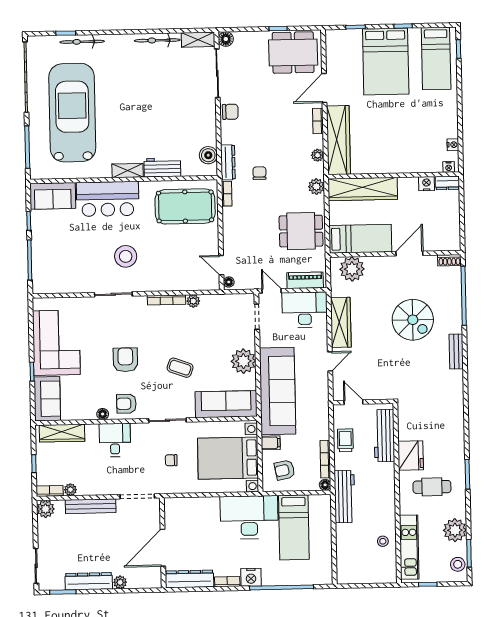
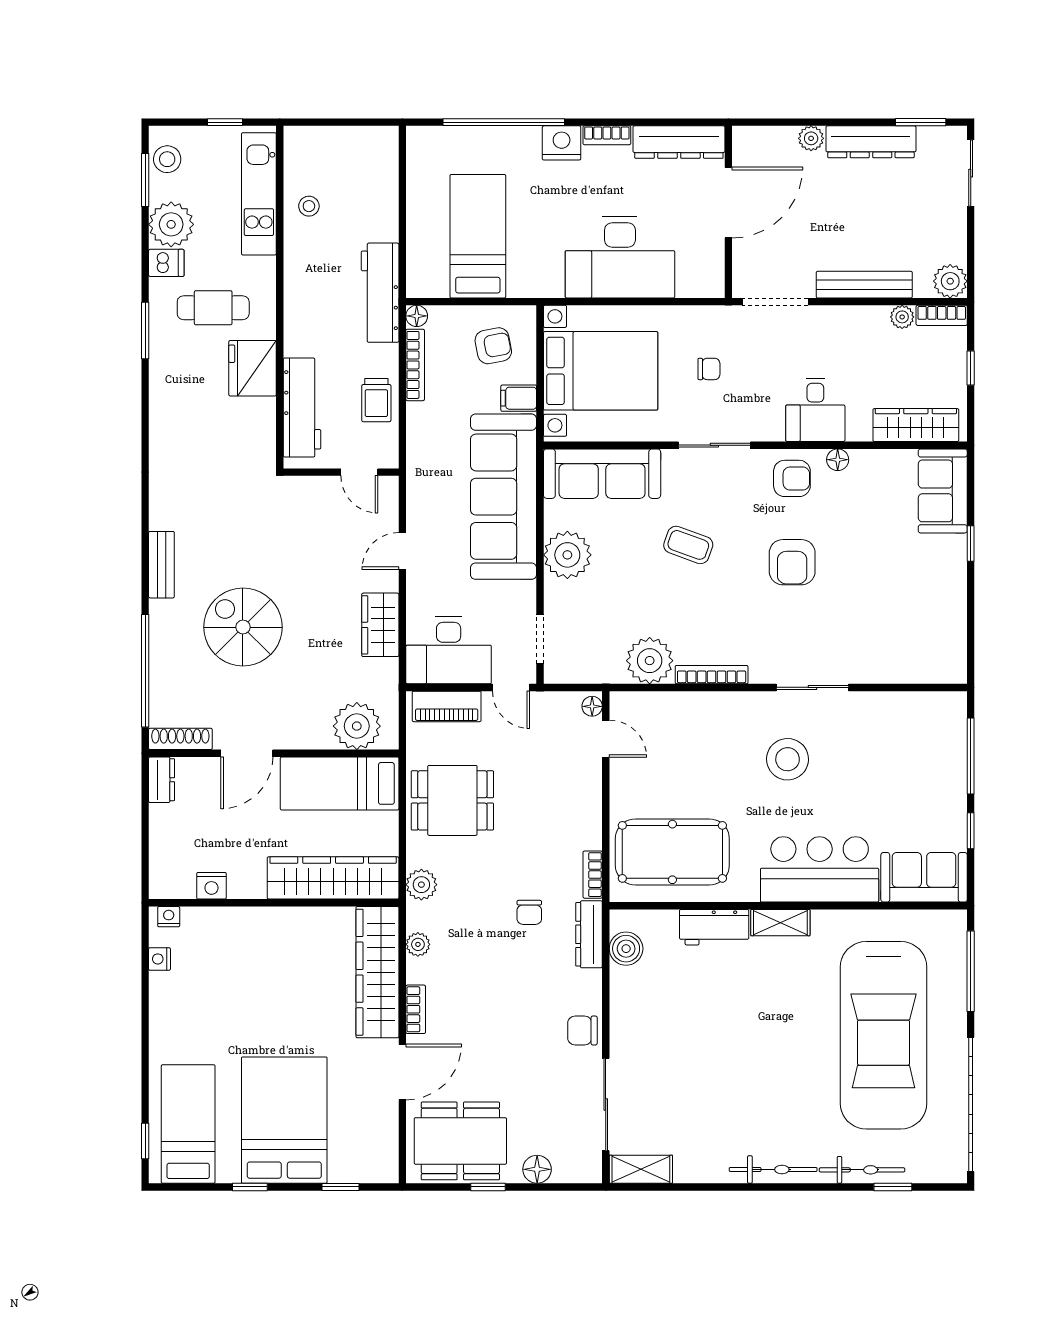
floor lamp: (226, 39) -> (537, 1169), moved
bicycle: (157, 40) -> (773, 1169), moved
dresser: (447, 183) -> (162, 780), moved, turned 90
shoe rack: (449, 260) -> (180, 739), width x1.43
plant: (193, 301) -> (650, 661), width x1.87, depth x1.87
wardrobe: (341, 322) -> (380, 625), width x0.67
corner sofa: (56, 343) -> (923, 597), removed
dishwasher: (457, 510) -> (166, 263), added
desk: (249, 517) -> (620, 257), moved

